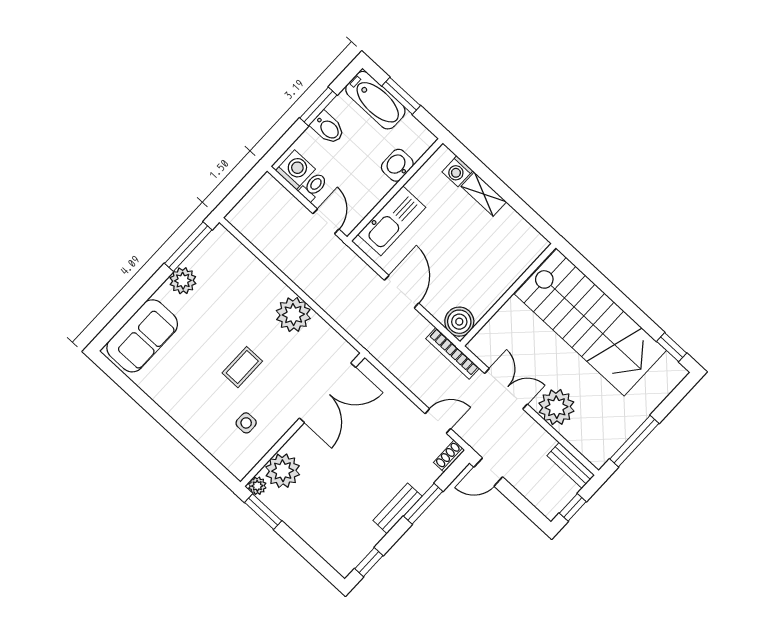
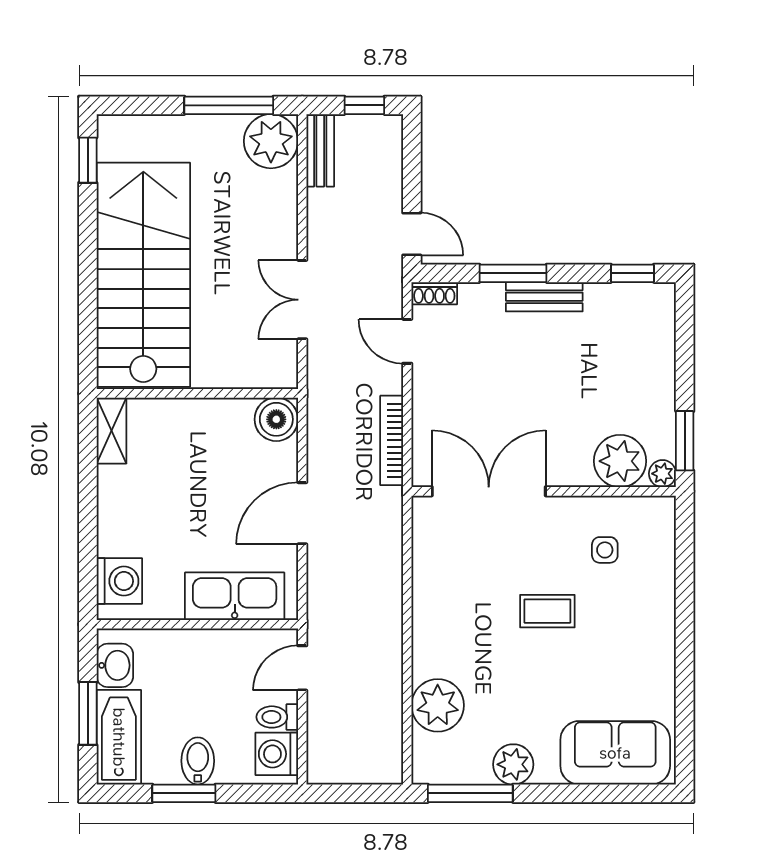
washbasin: (397, 165) -> (115, 665), moved, turned -90
washing machine: (457, 171) -> (119, 581), width x1.38, depth x1.38
shelving: (484, 194) -> (111, 431), moved
plant: (293, 315) -> (438, 705), moved
bookcase: (453, 353) -> (392, 440), moved, turned 180
plant: (556, 407) -> (271, 141), moved

